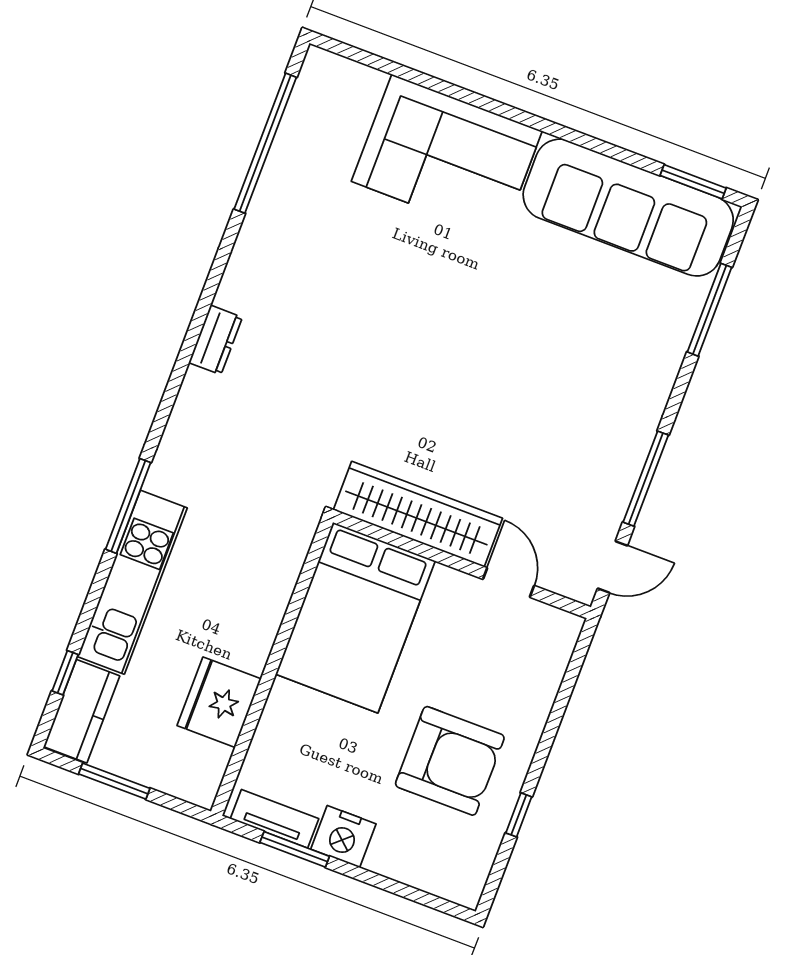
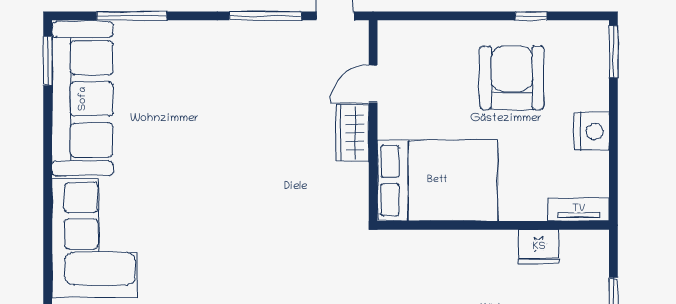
wardrobe: (418, 514) -> (352, 133), width x0.48, depth x0.85
fridge: (219, 702) -> (539, 247), width x0.73, depth x0.75
tv unit: (275, 819) -> (579, 209), moved, turned 90
window: (295, 849) -> (613, 52), moved

